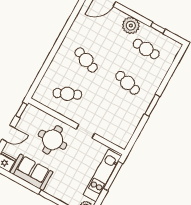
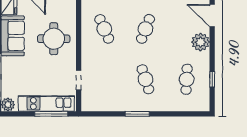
plant: (131, 26) -> (201, 42), moved
cafe table: (127, 83) -> (145, 79), turned -33
doorway: (85, 131) -> (79, 80), moved

